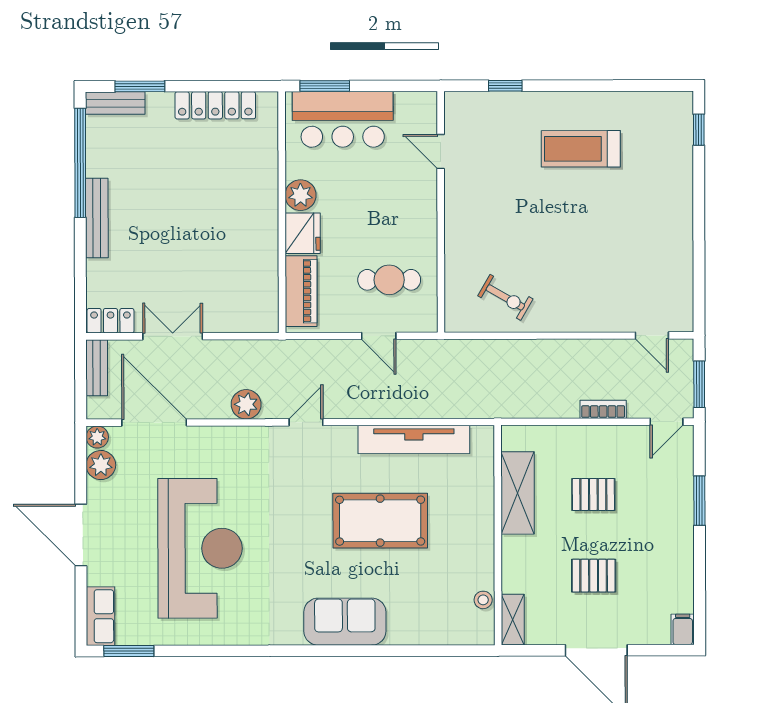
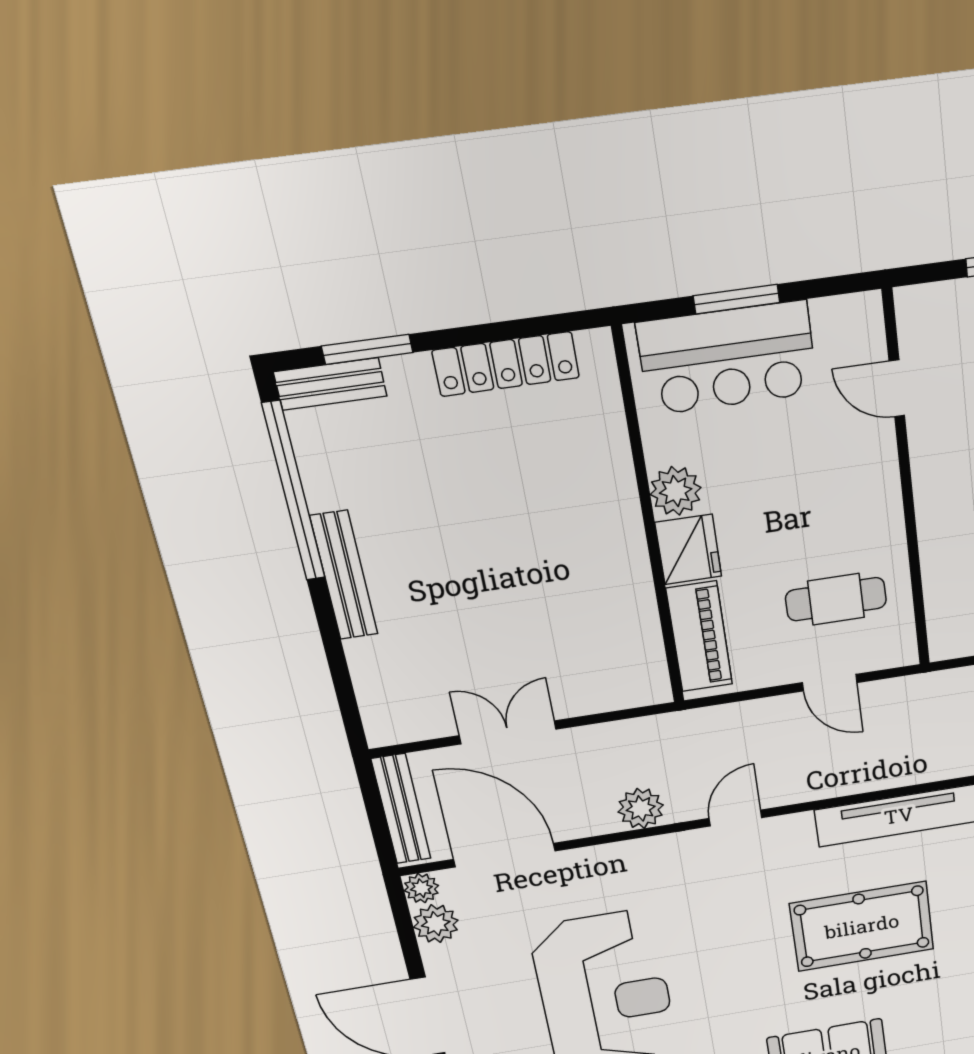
window: (325, 86) -> (736, 299), moved
locker: (110, 321) -> (404, 725), removed
bench: (97, 368) -> (401, 809), width x1.36

